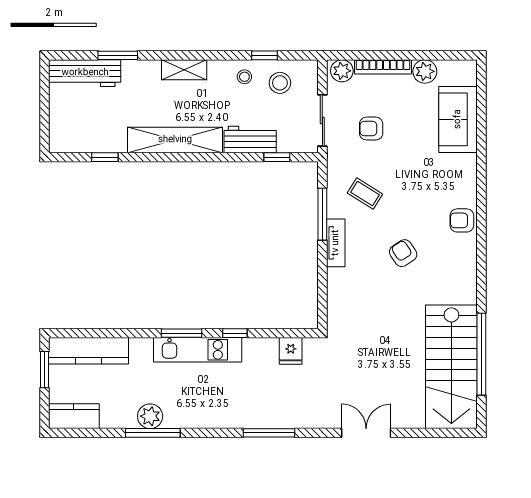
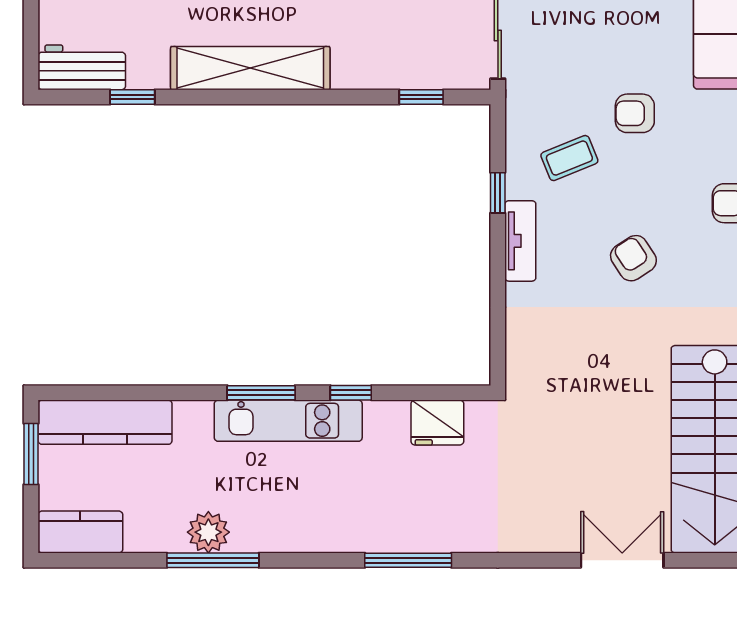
armchair: (371, 129) -> (635, 113), moved
workbench: (250, 140) -> (82, 67), moved
coffee table: (365, 193) -> (569, 158), turned -54
window: (322, 214) -> (498, 193), width x0.46
fridge: (291, 351) -> (437, 422), width x1.38
double door: (366, 433) -> (622, 560), moved

